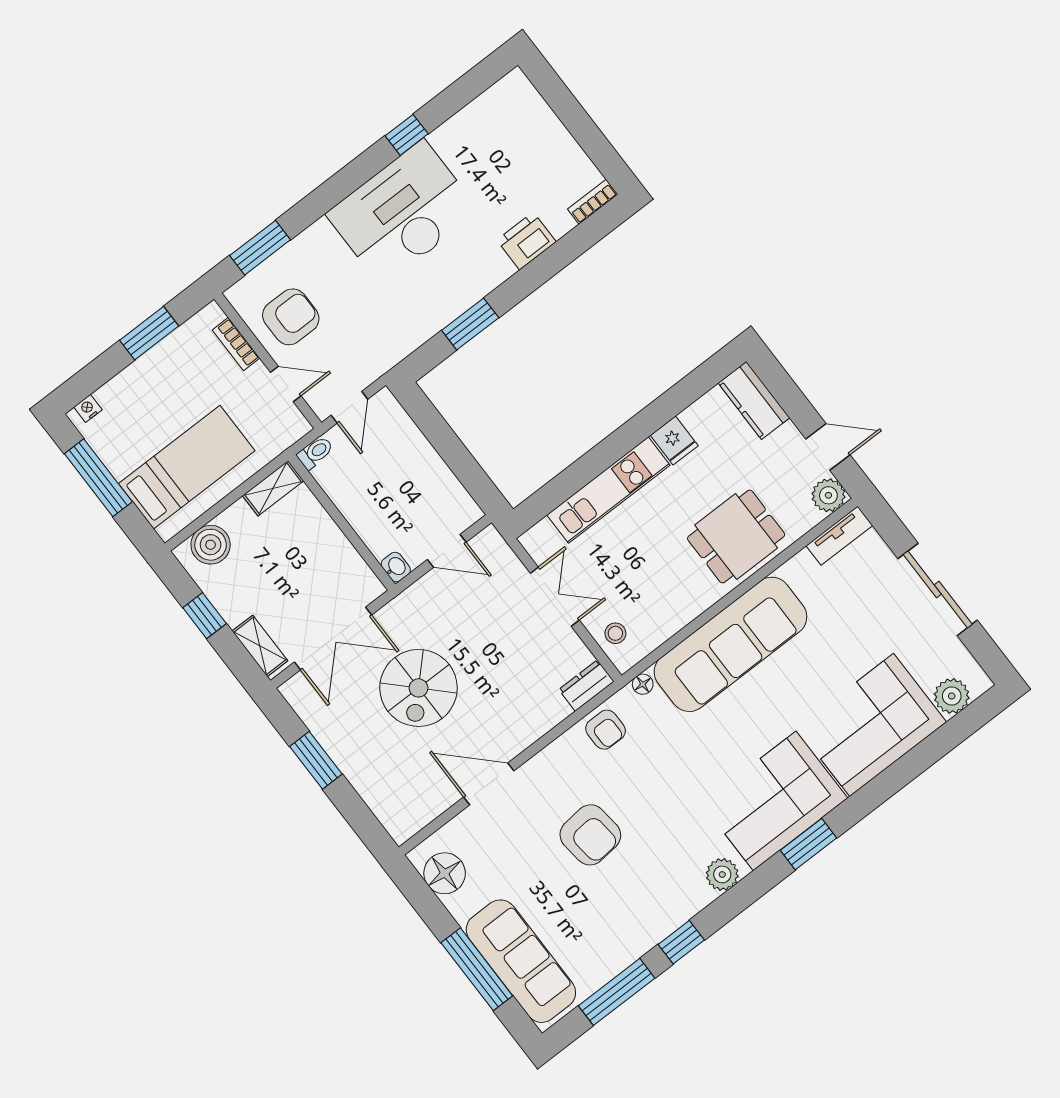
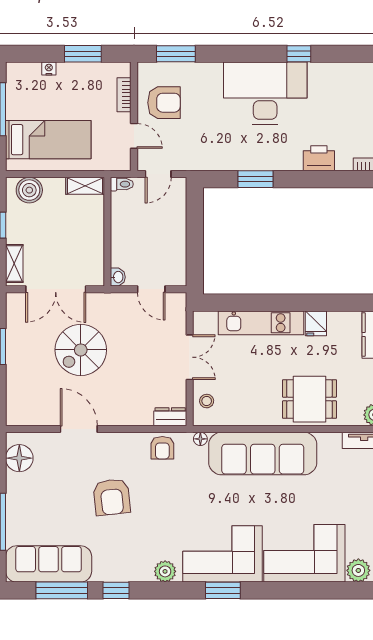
nightstand: (88, 408) -> (49, 69), moved
sofa: (521, 961) -> (49, 564), moved, turned -90

